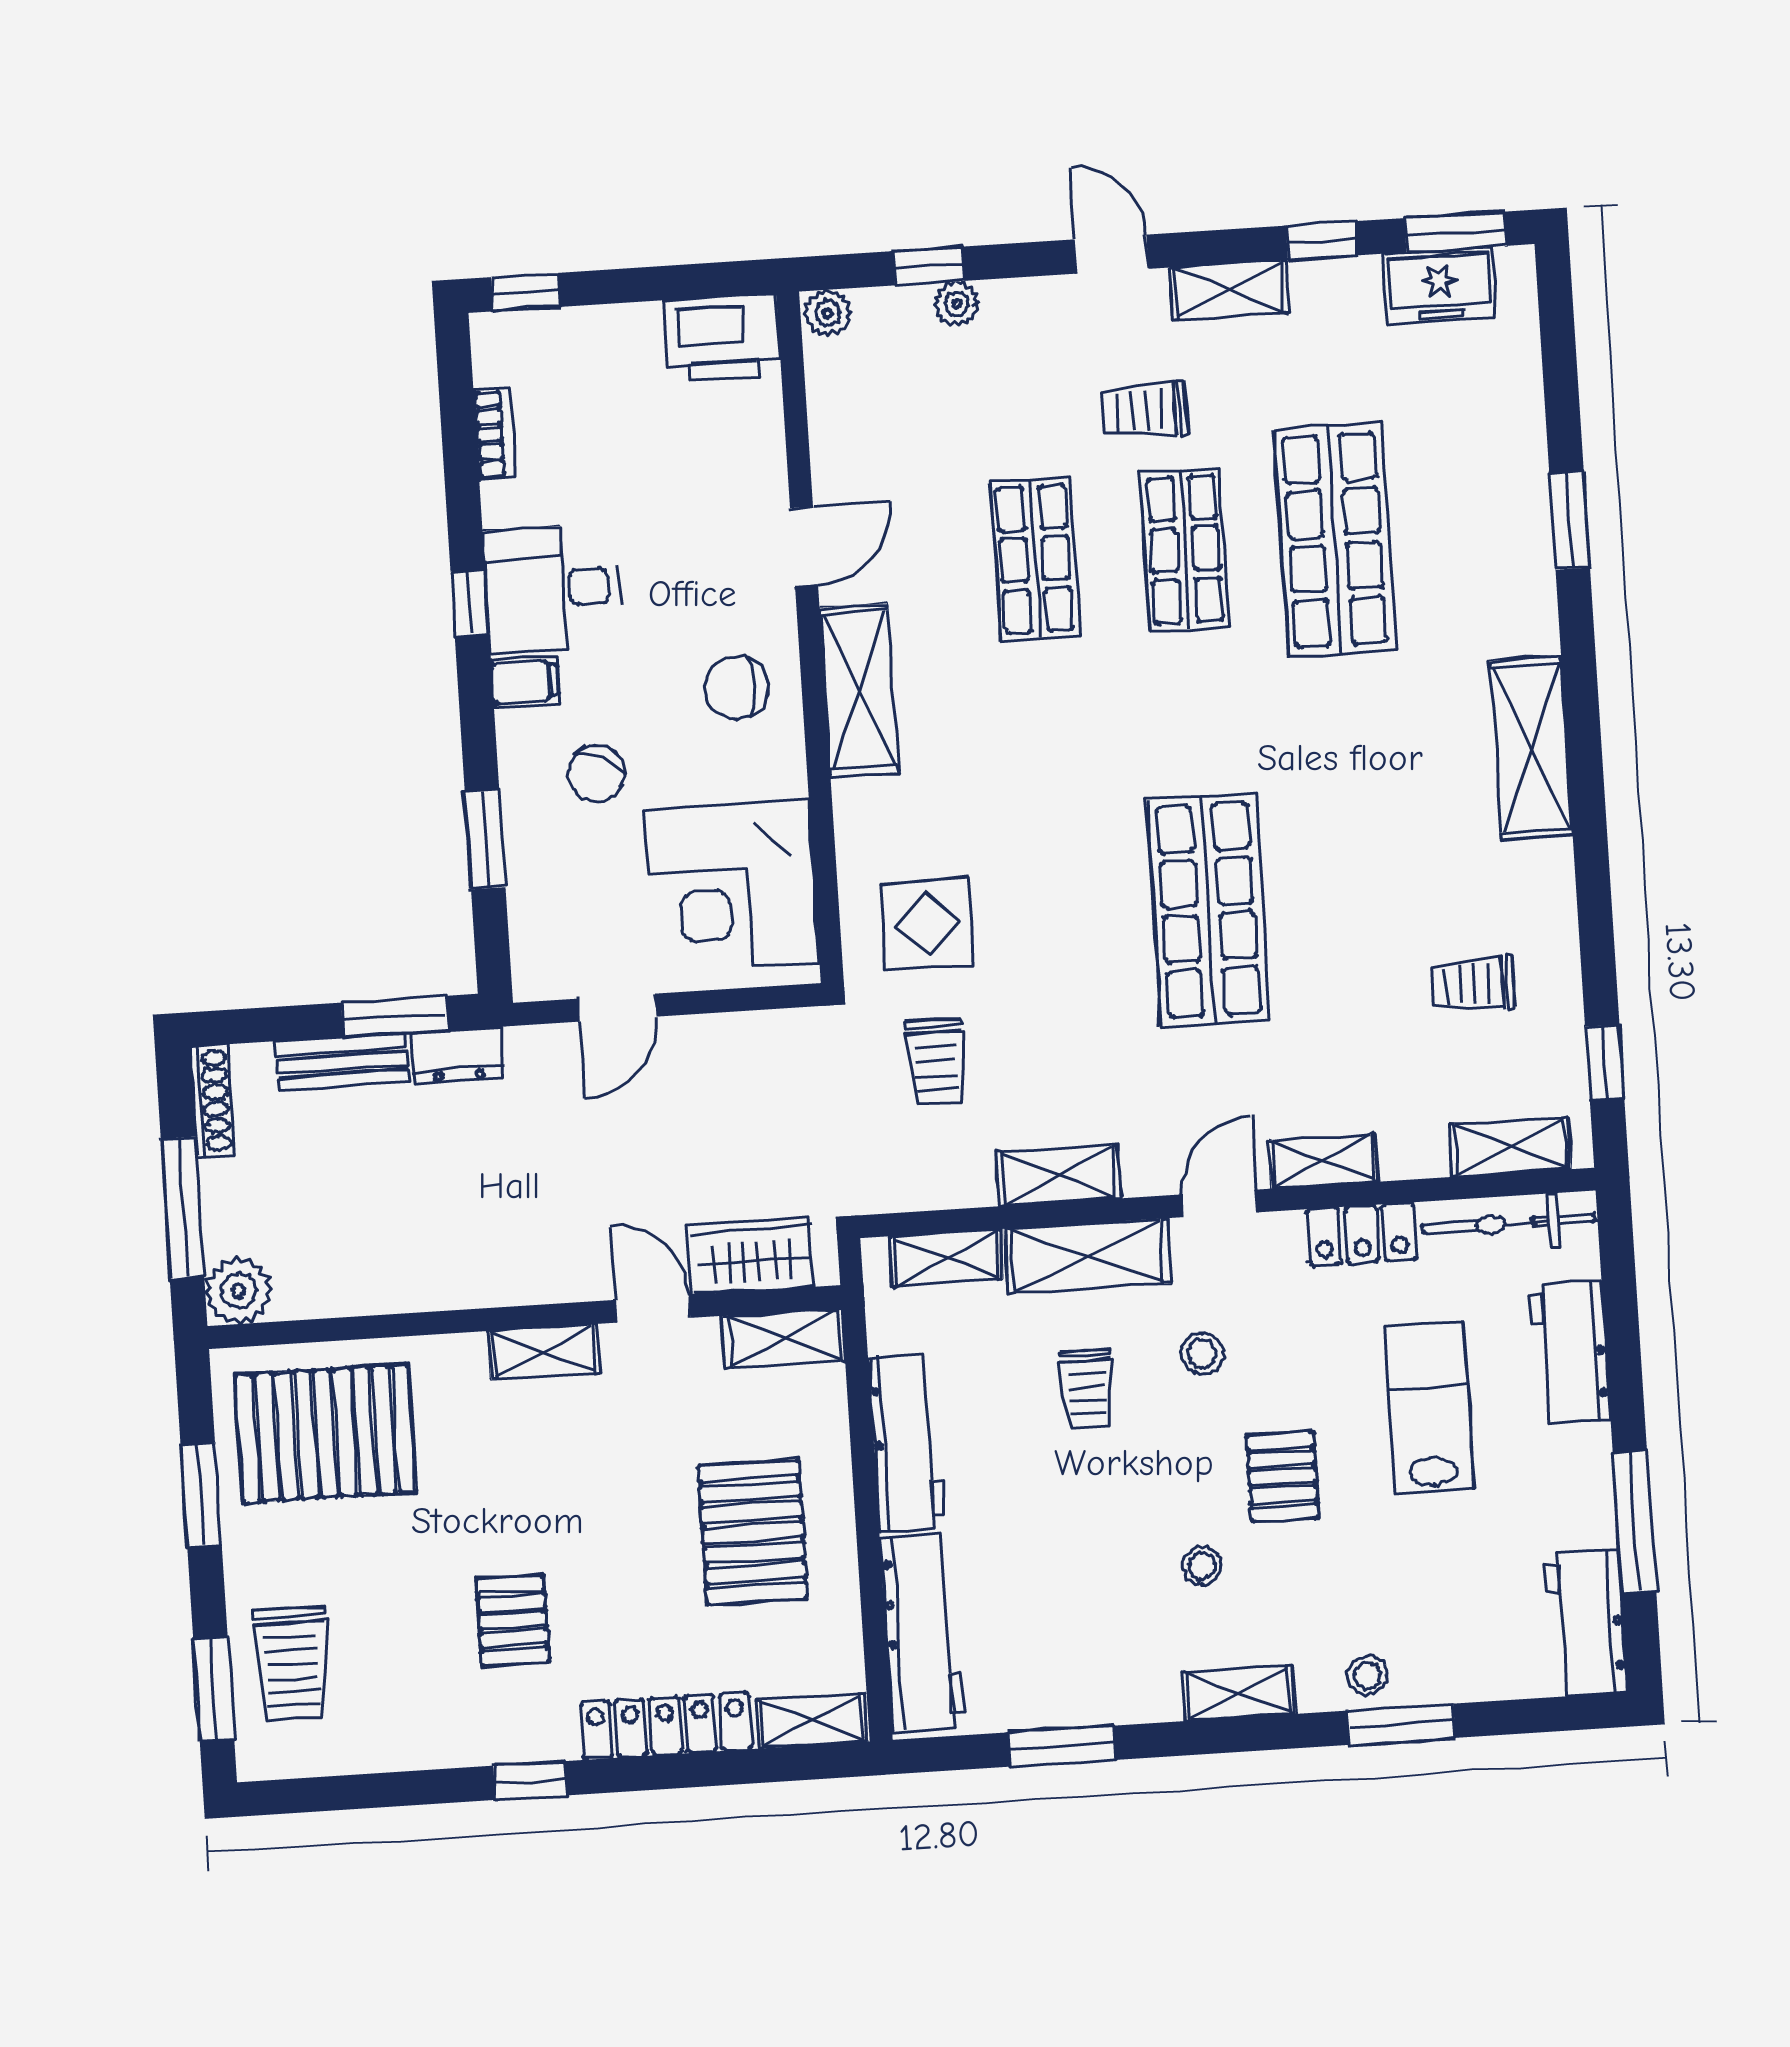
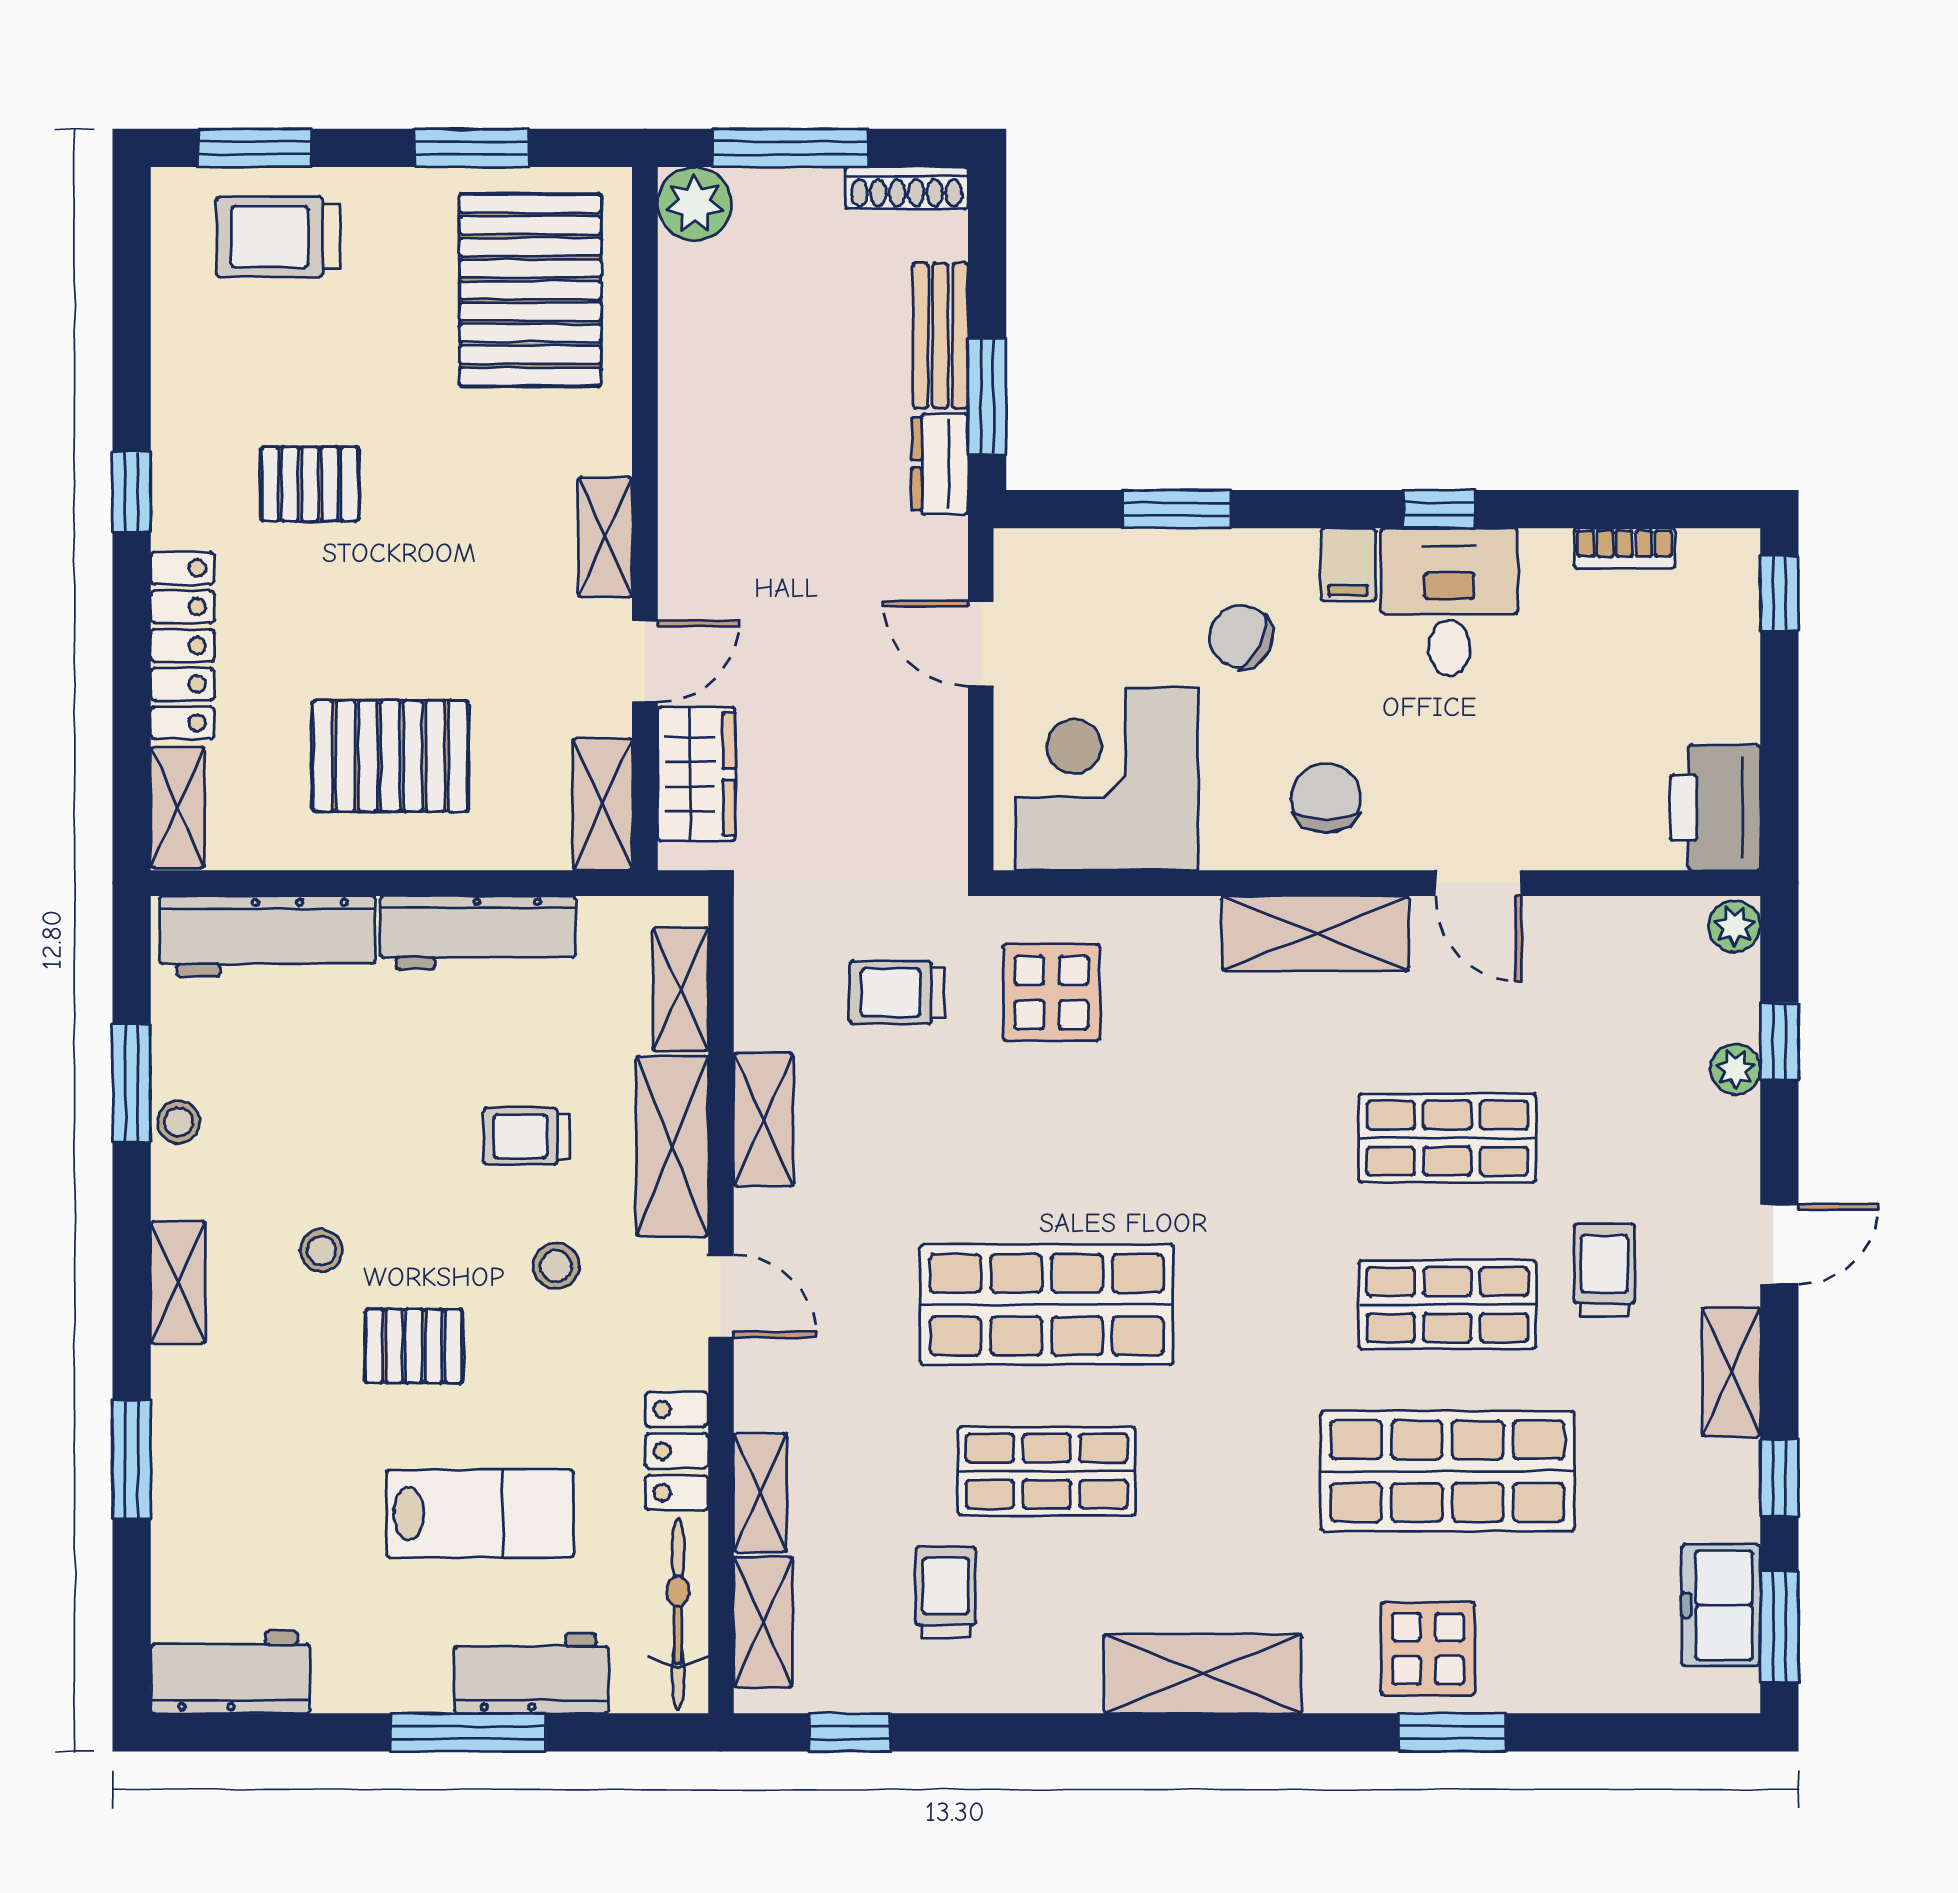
display table: (1496, 547) -> (1428, 1649), added
shop shelf: (1358, 900) -> (1047, 1471), added
shelving: (1323, 1161) -> (760, 1493), moved
window: (1634, 1522) -> (468, 1732), moved
stool: (1367, 1675) -> (179, 1122), moved

